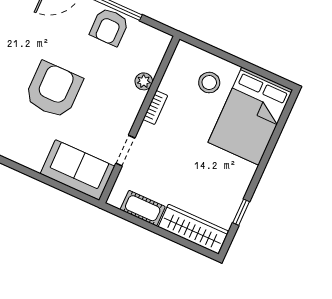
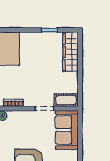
cot: (143, 208) -> (66, 100), moved, turned 90

